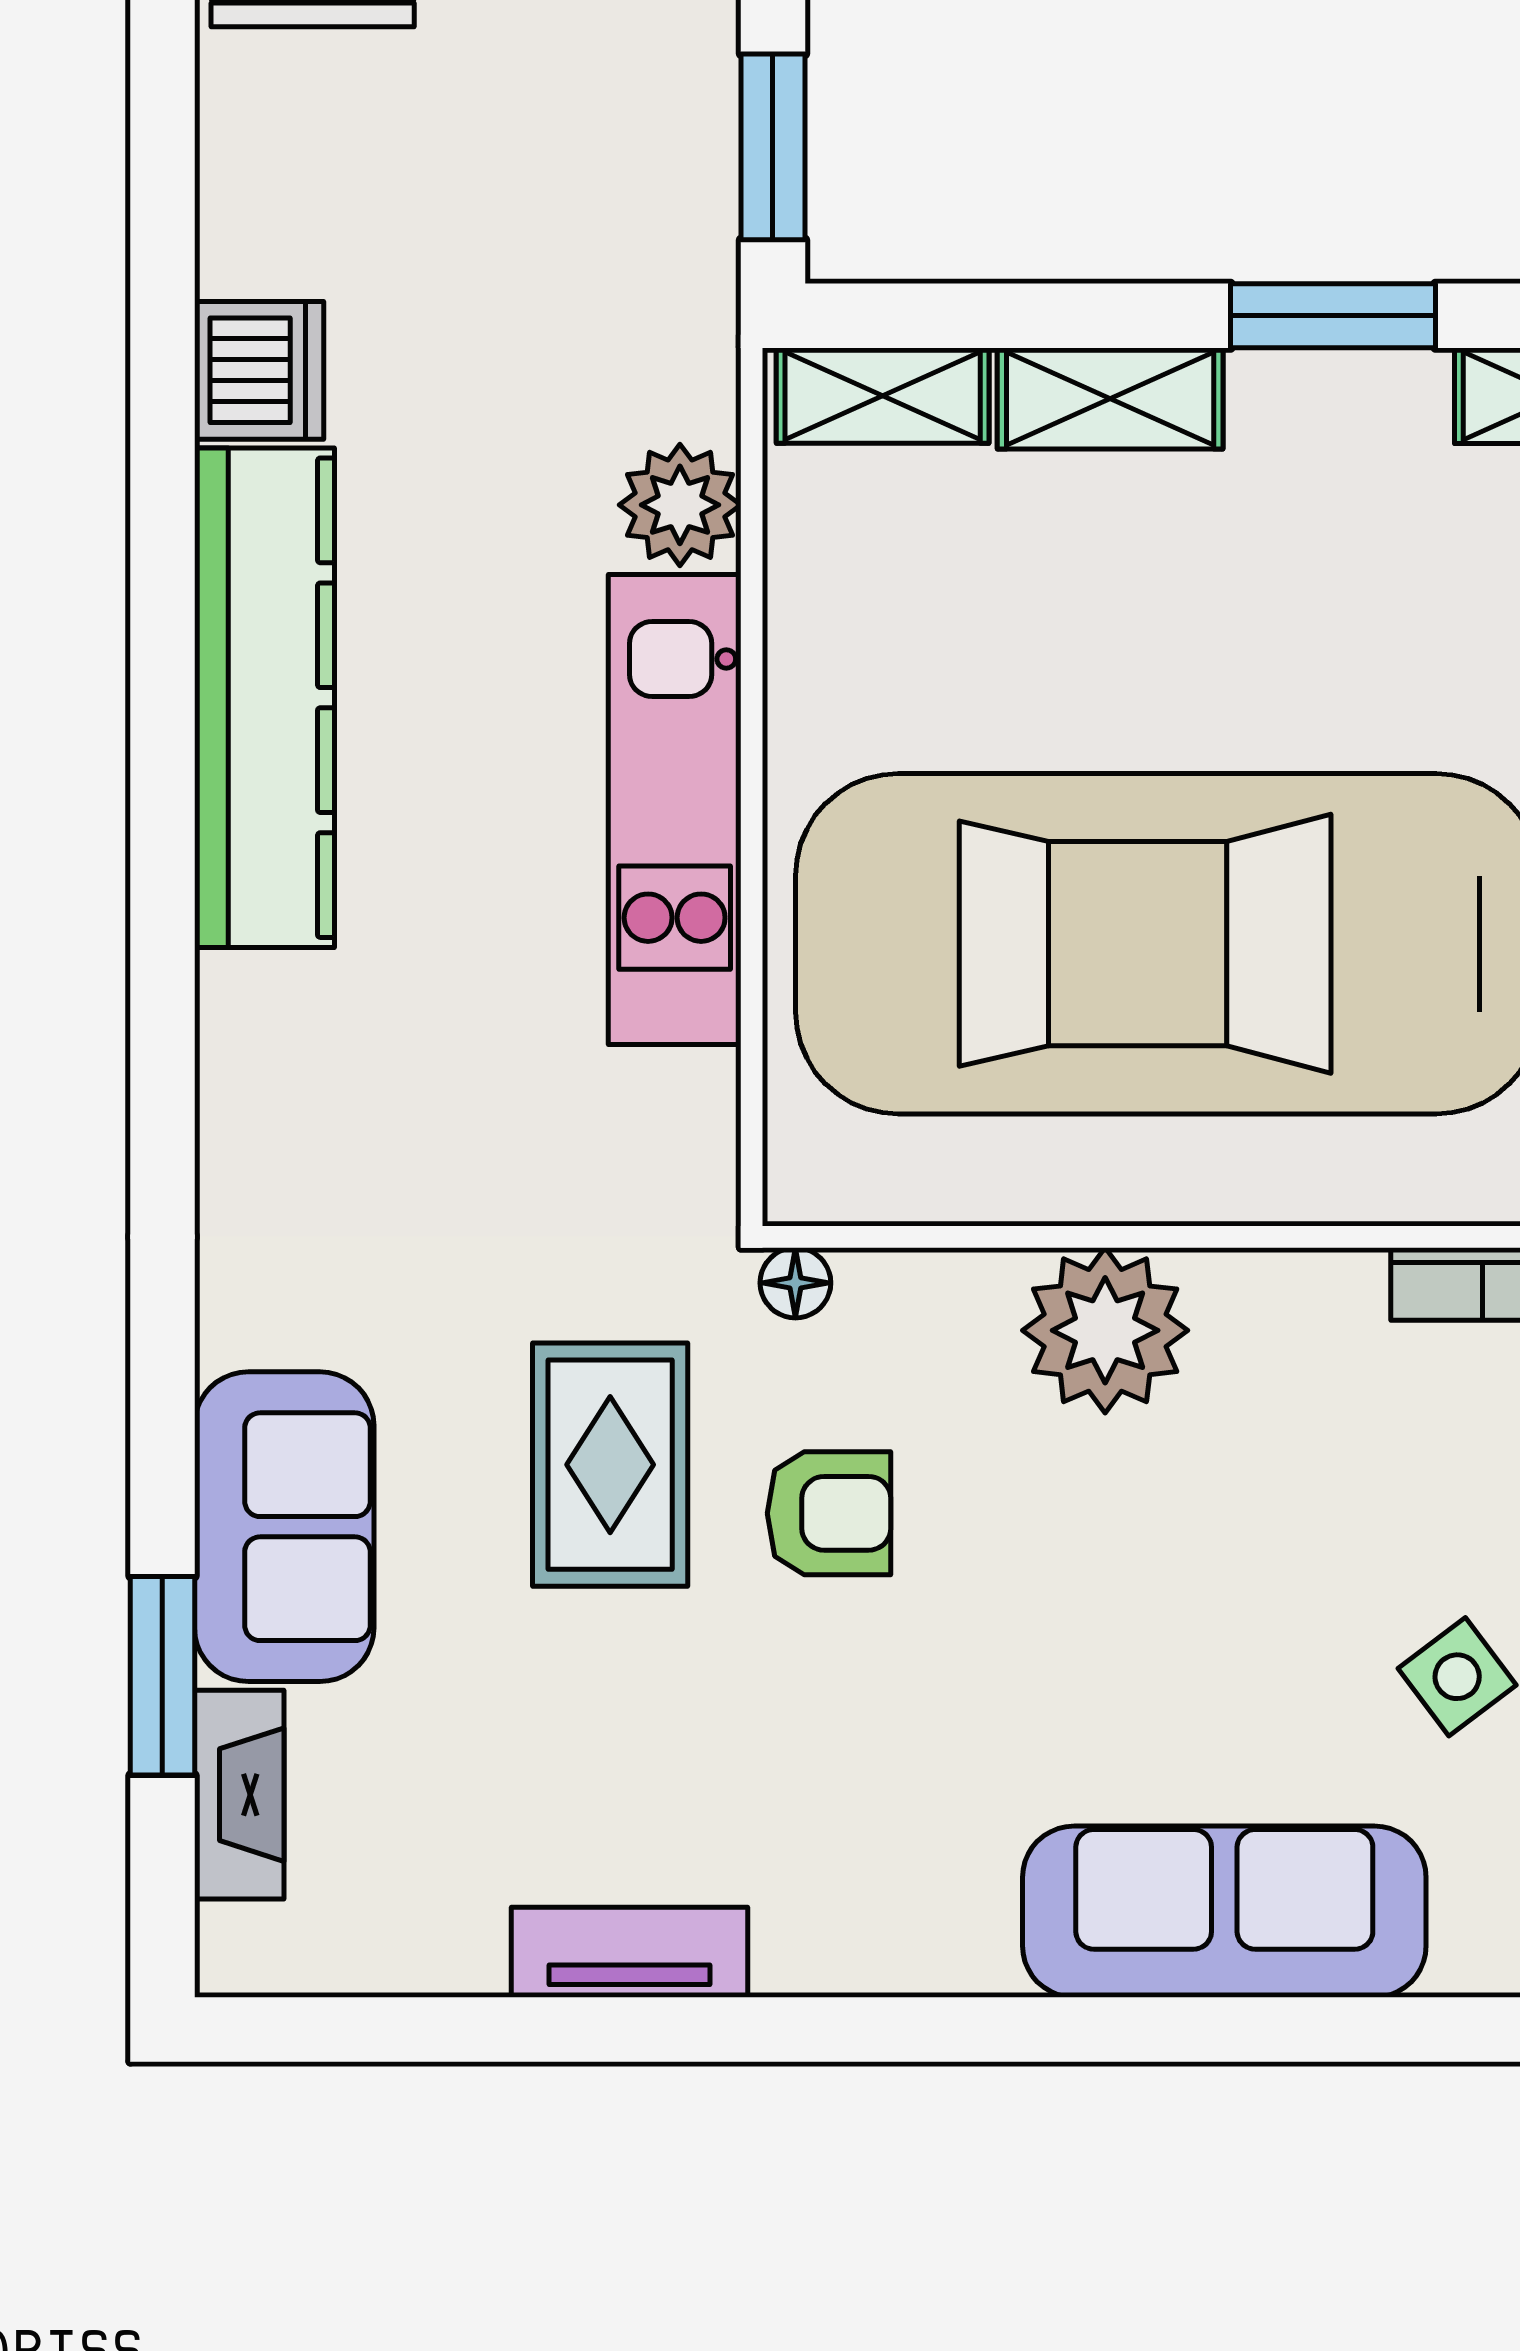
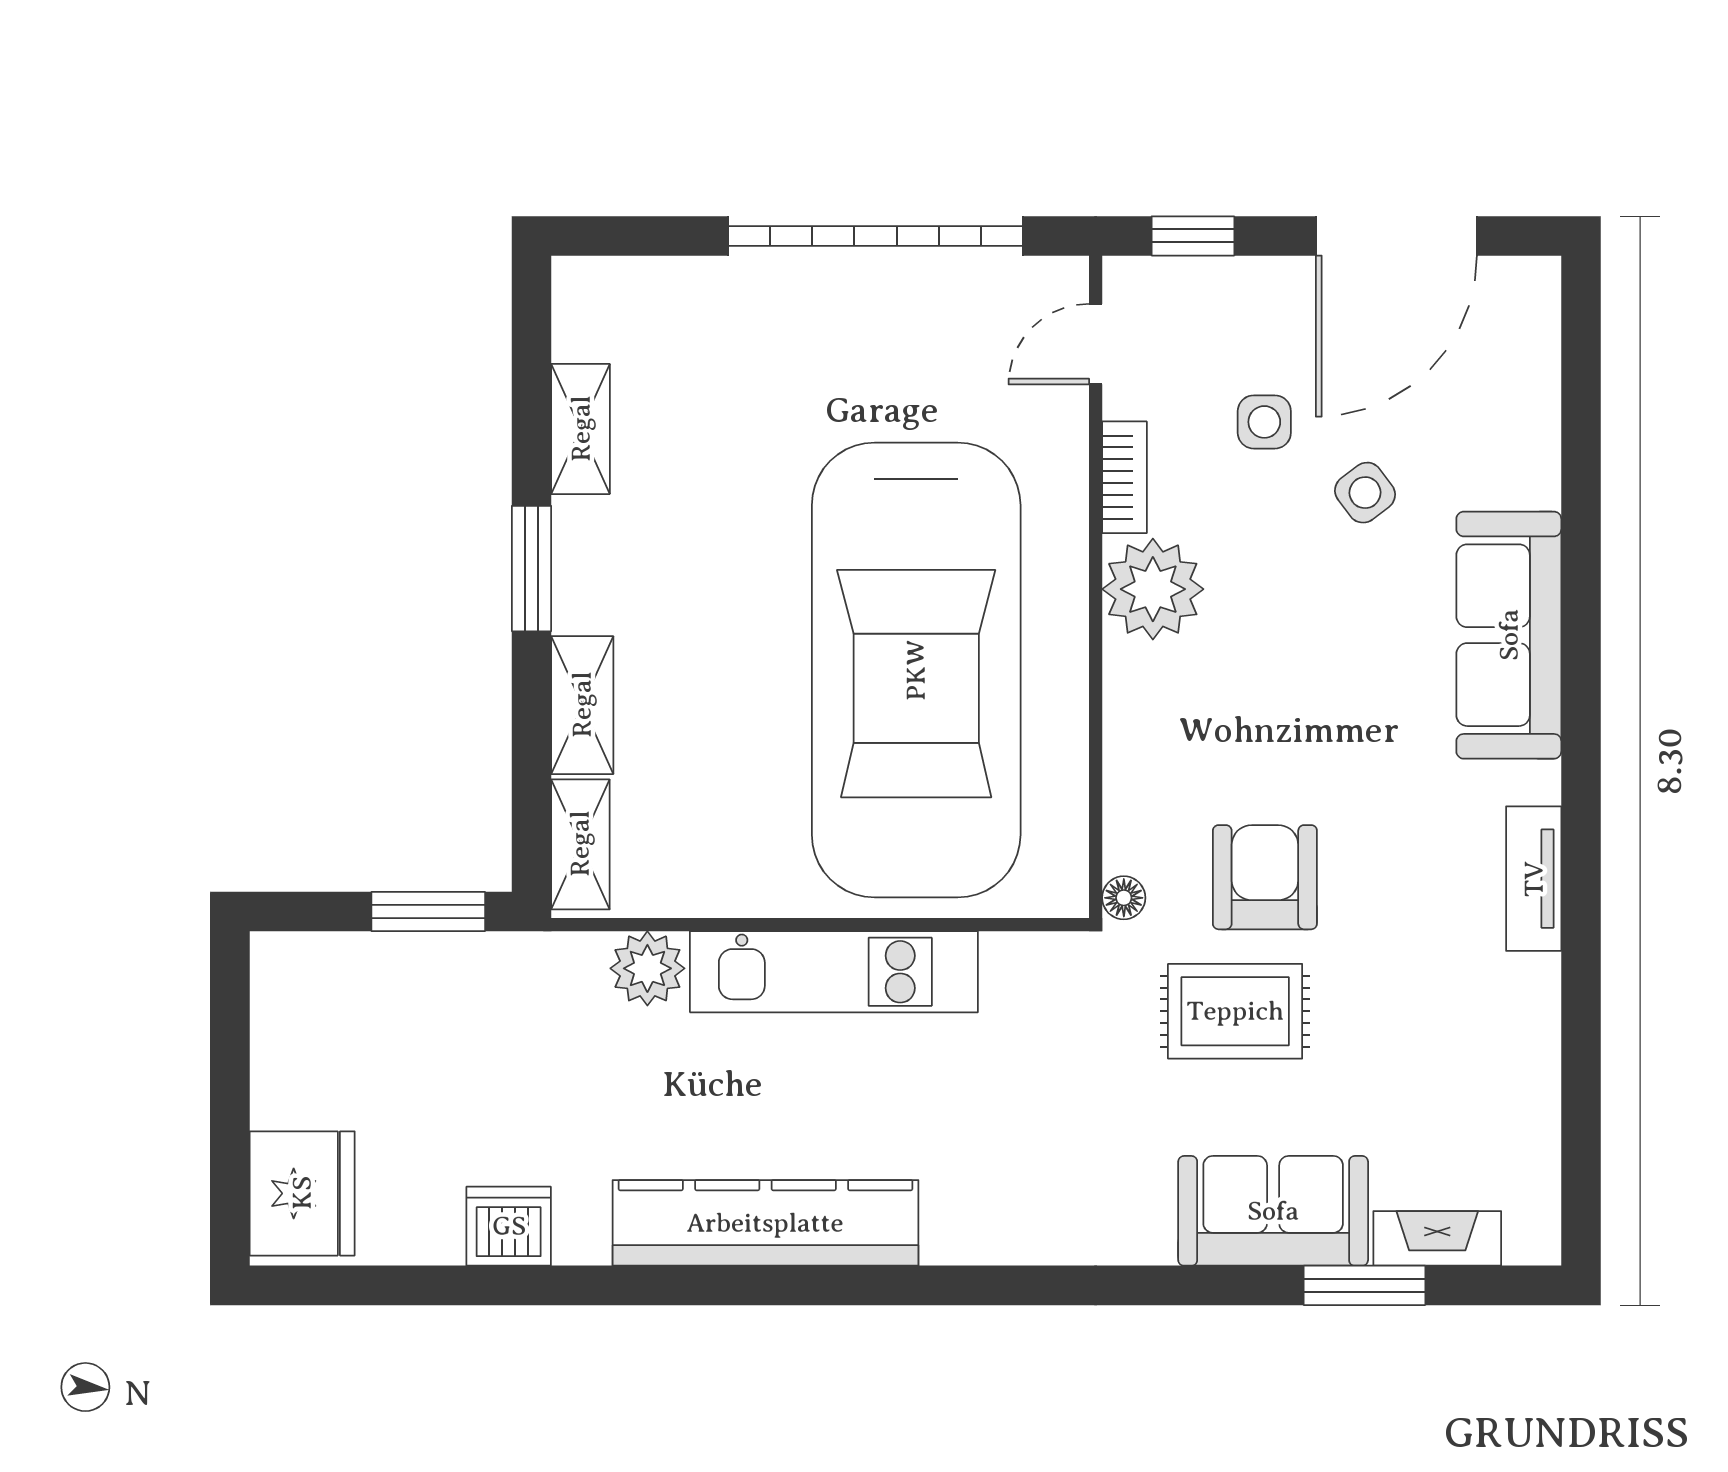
dishwasher: (259, 370) -> (509, 1226), moved
plant: (1105, 1330) -> (1153, 589), moved
armchair: (829, 1513) -> (1265, 877), width x1.38, depth x1.38
tv unit: (629, 1952) -> (1534, 879), moved

